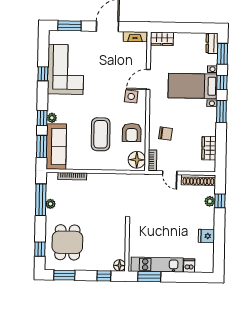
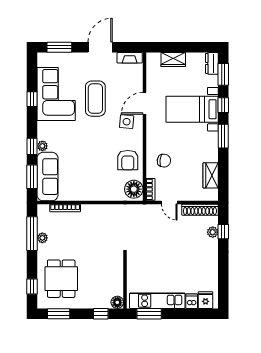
wardrobe: (162, 39) -> (173, 60), moved
coffee table: (101, 134) -> (95, 99), moved
fridge: (206, 236) -> (206, 300), moved, turned 90

